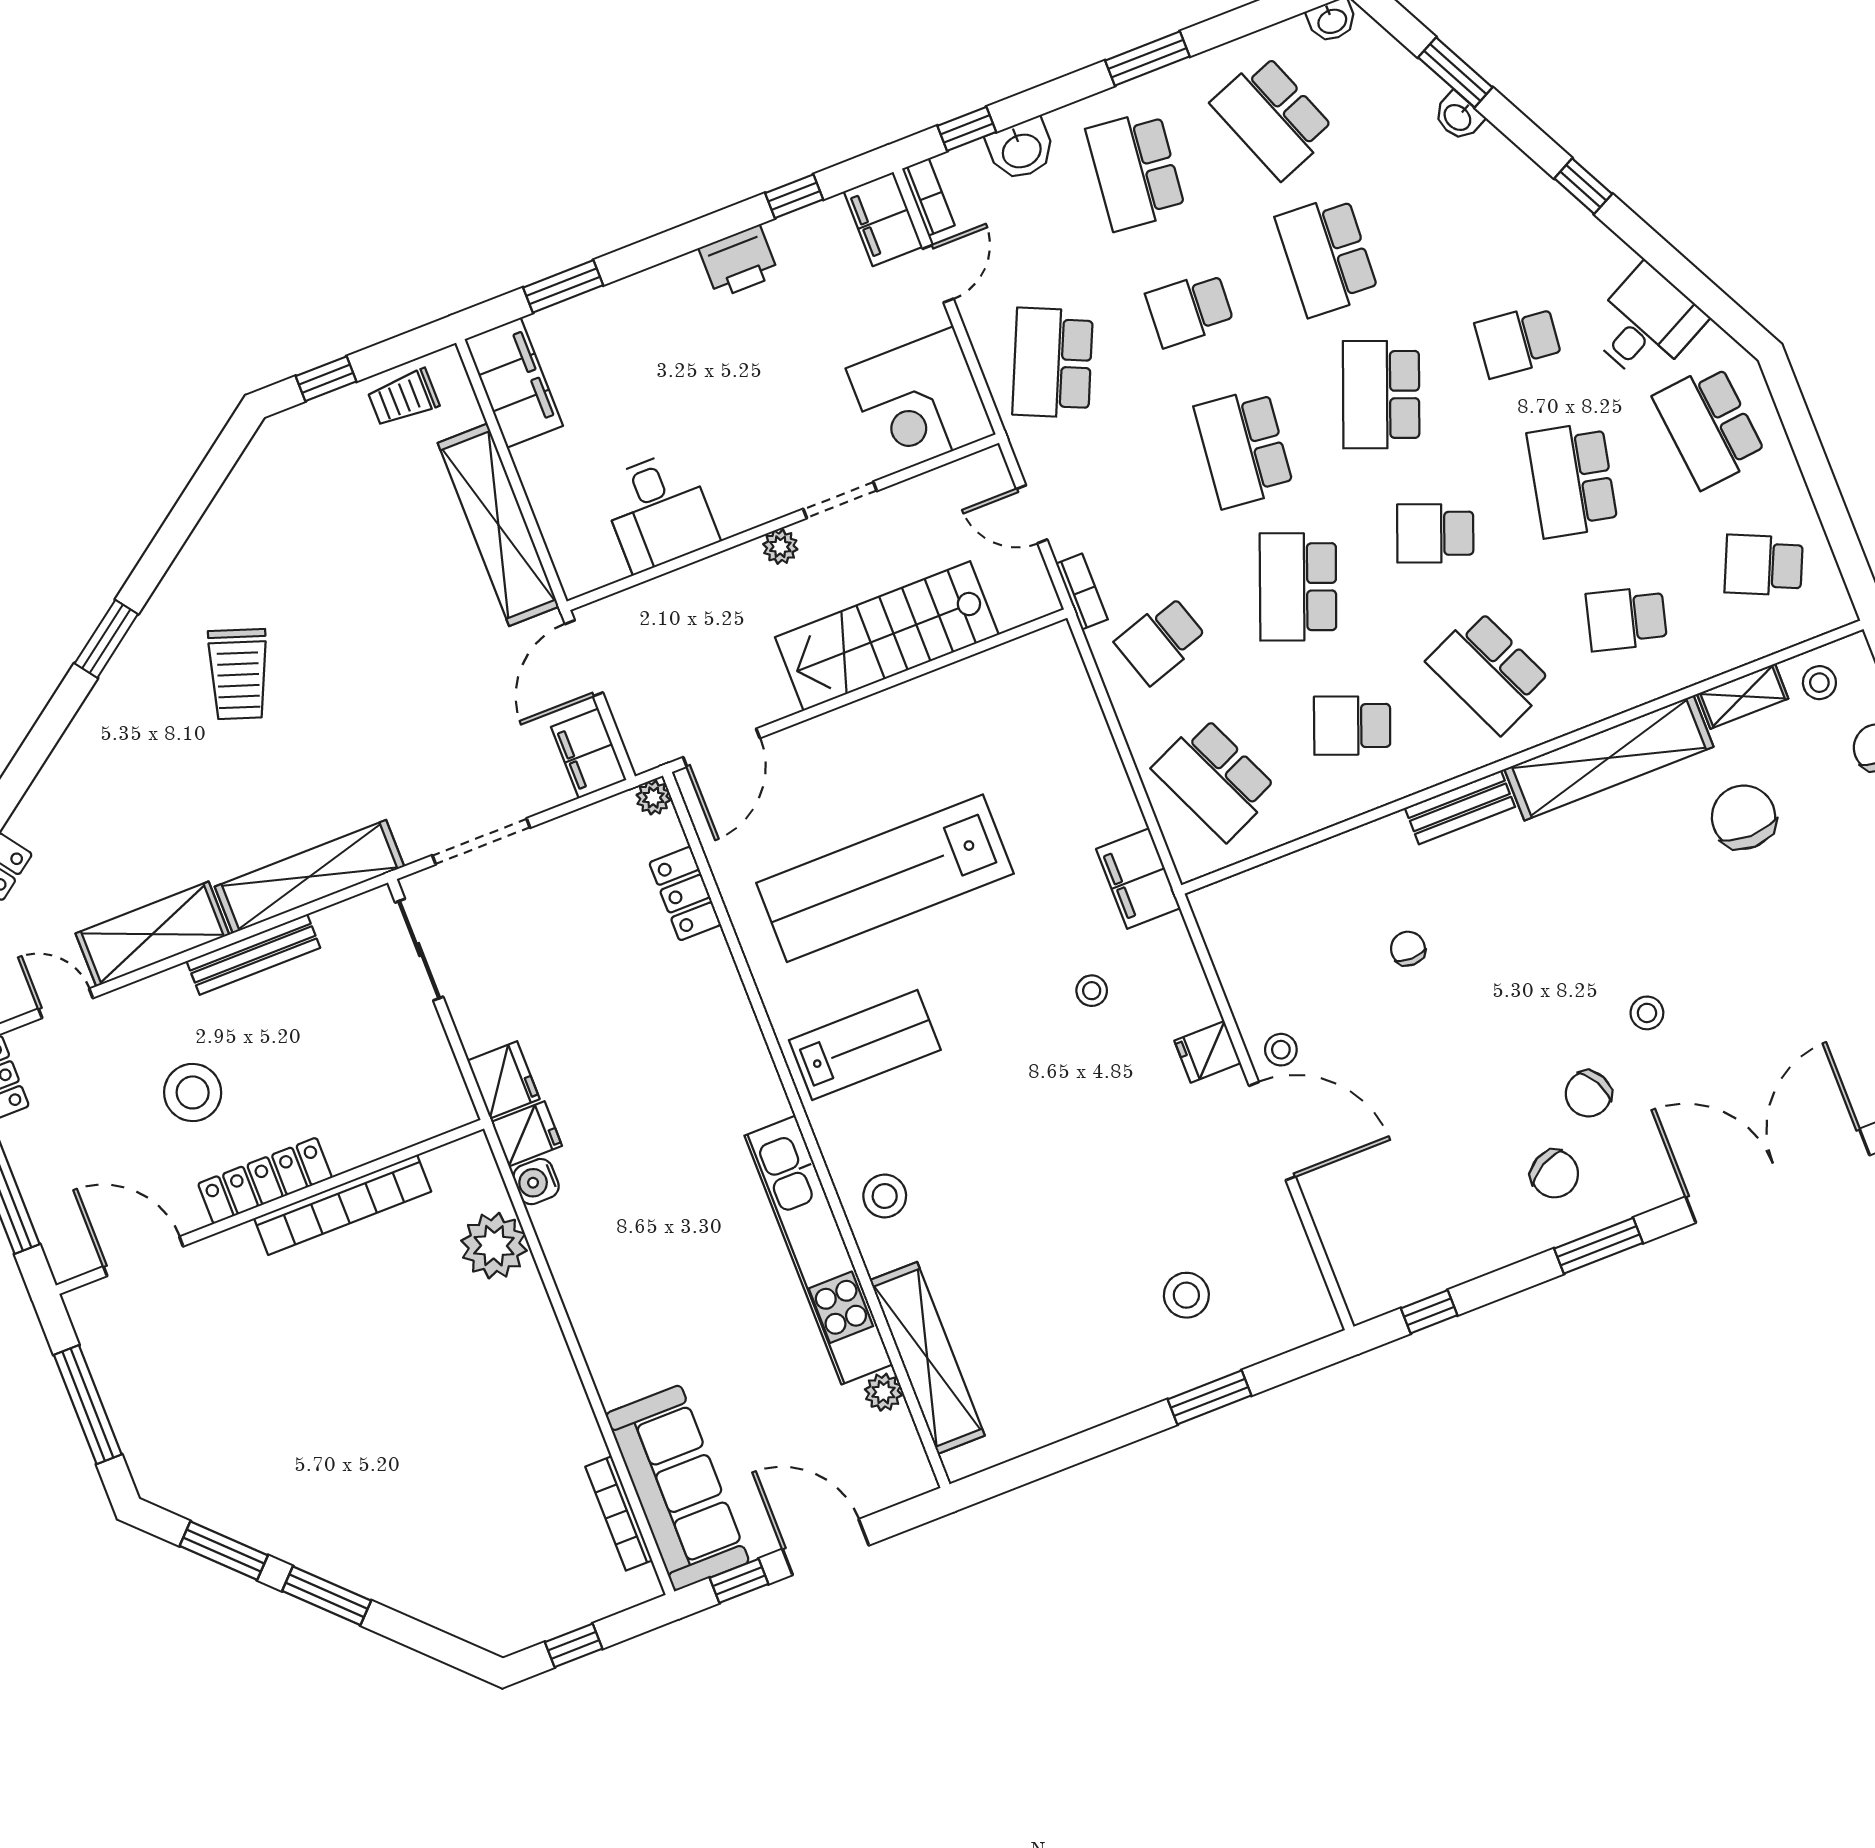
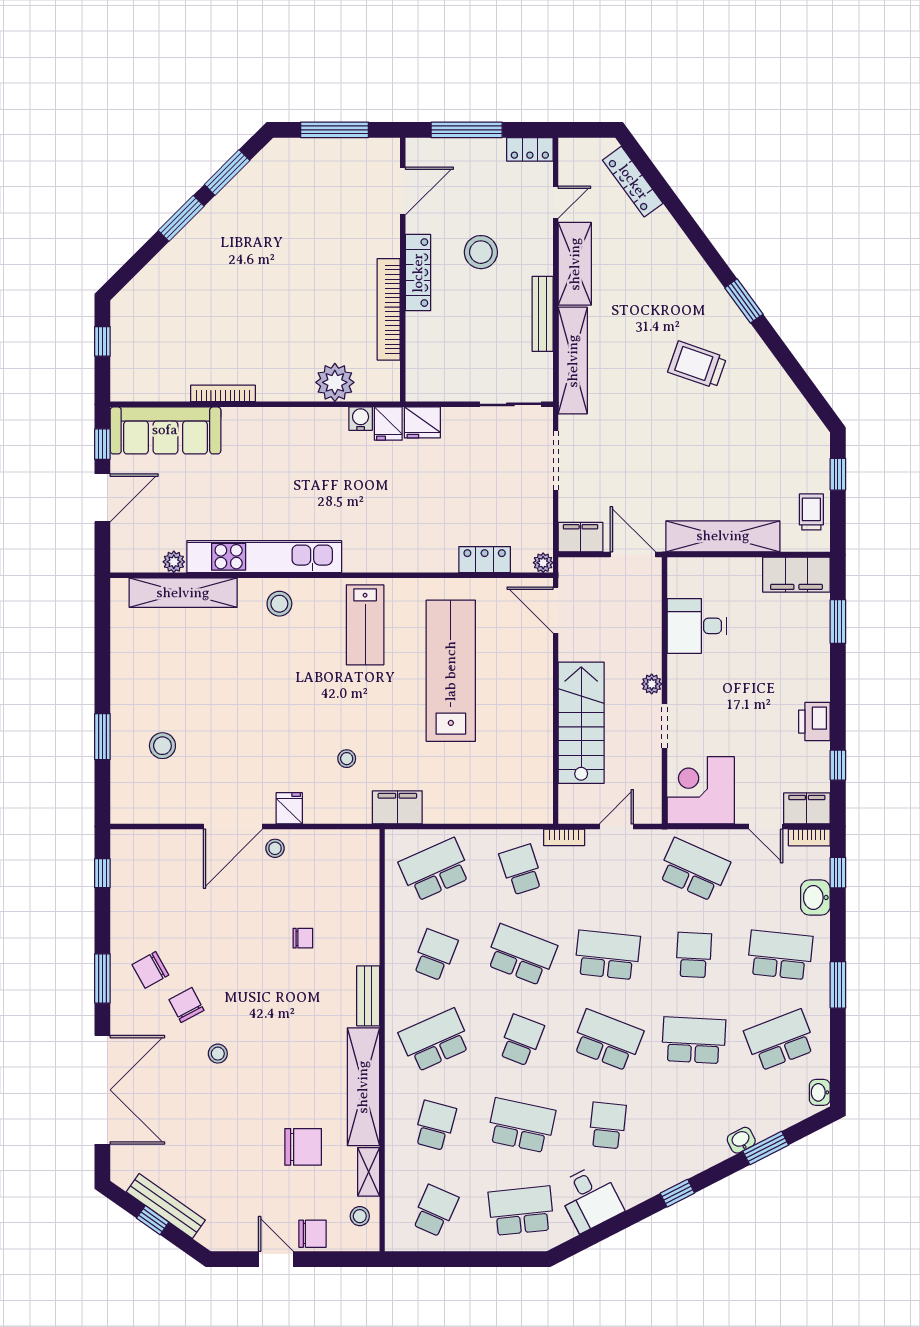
bookcase: (619, 1513) -> (223, 393), moved

